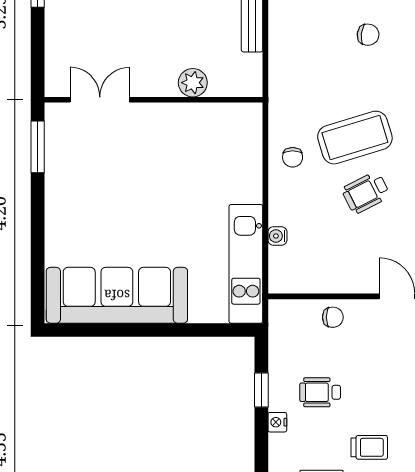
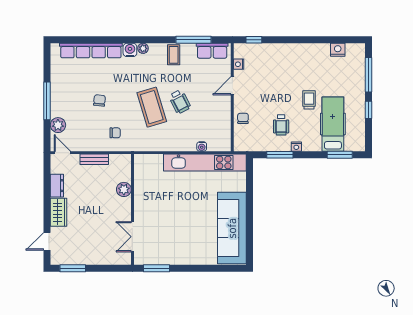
chair: (293, 157) -> (115, 133), moved
kitchen unit: (246, 264) -> (205, 162), width x1.36
window: (261, 390) -> (280, 155), width x1.50

